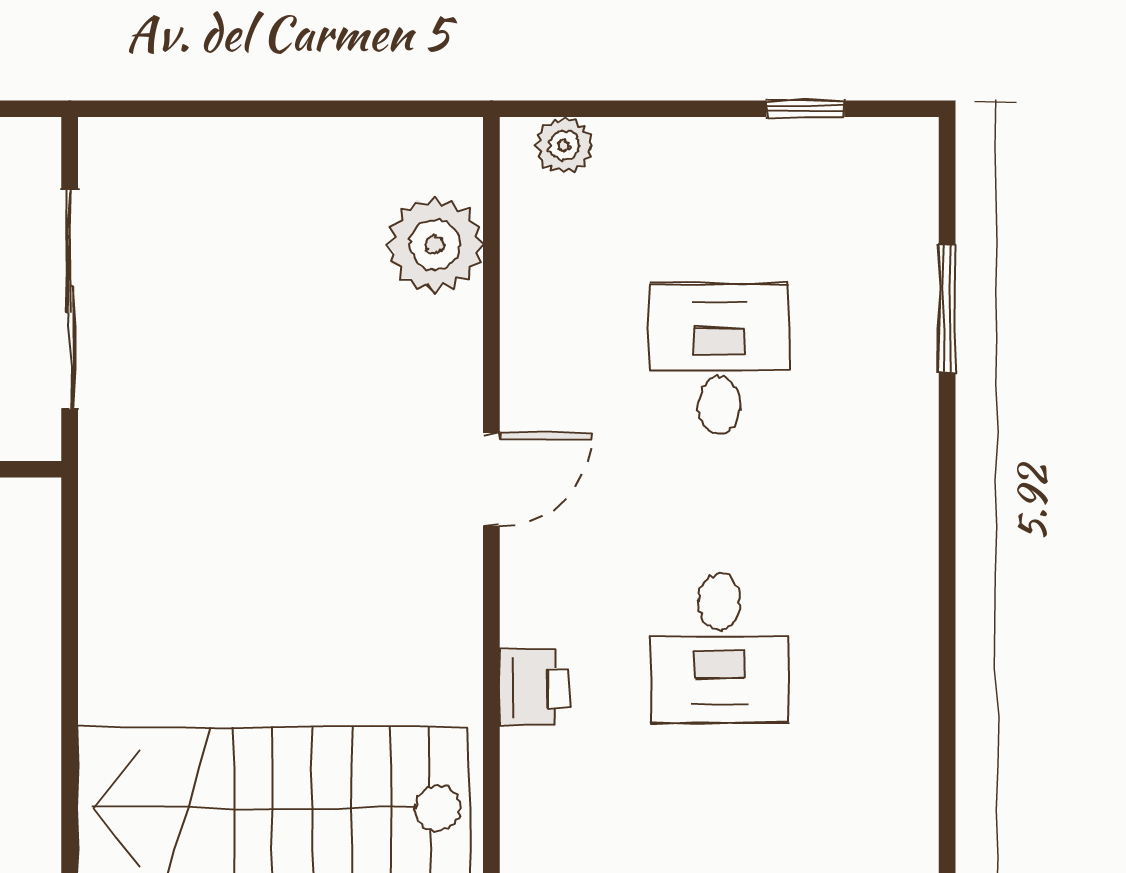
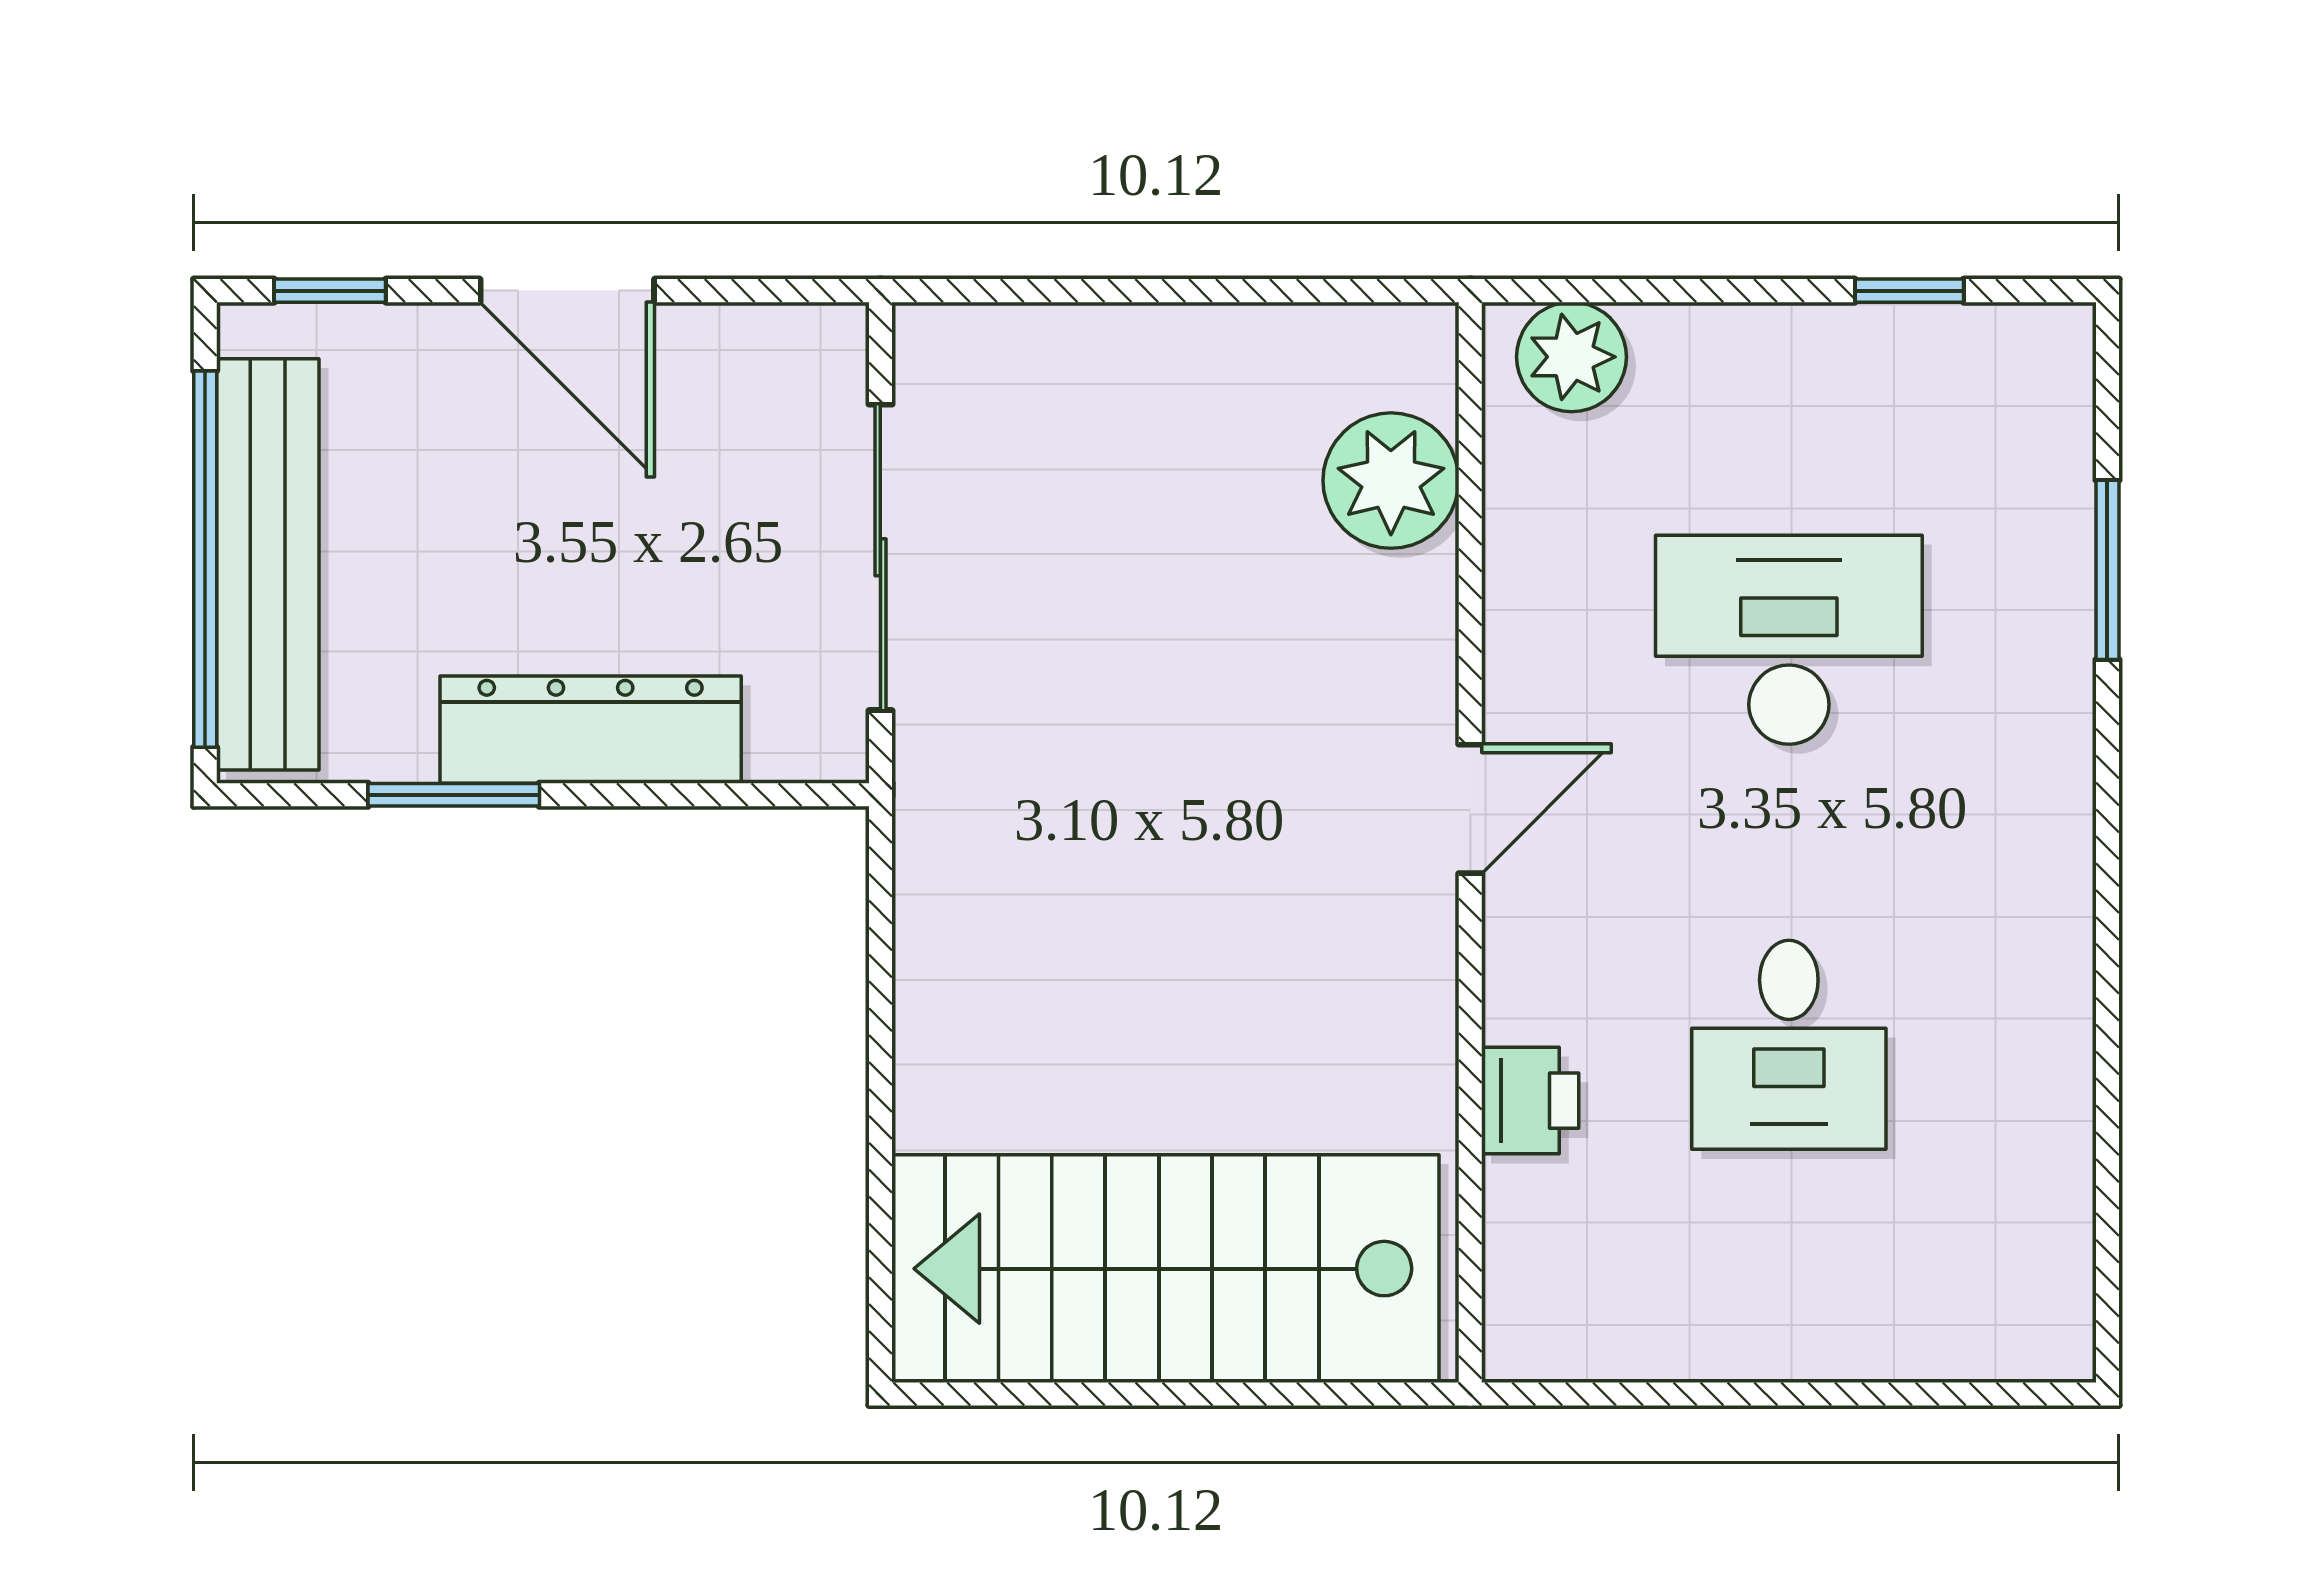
plant: (564, 145) -> (1571, 357), width x1.38, depth x1.38
desk: (719, 358) -> (1789, 640), width x1.37

